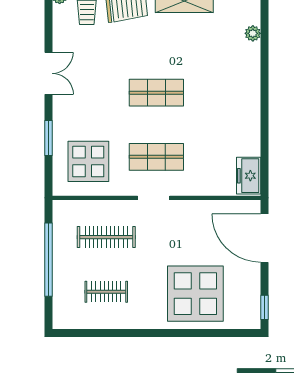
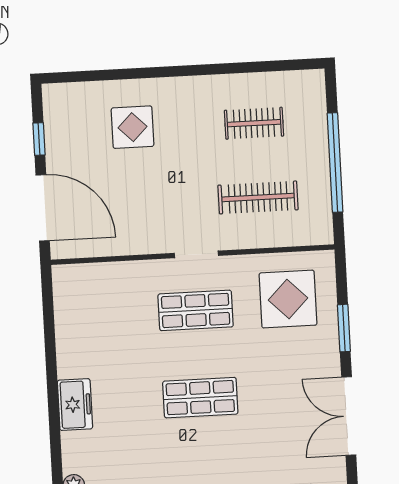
double door: (48, 73) -> (349, 416), width x1.37
freezer: (249, 176) -> (75, 405), moved
display table: (195, 294) -> (133, 127), width x0.54, depth x0.54
window: (265, 307) -> (39, 139), moved

